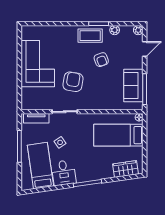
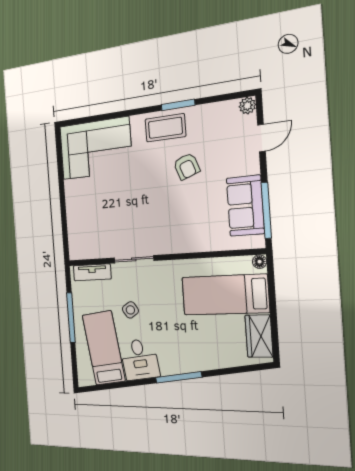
plant: (115, 30) -> (206, 112), removed
corner sofa: (38, 64) -> (96, 148), moved, turned 90
armchair: (73, 82) -> (143, 209), removed
wardrobe: (126, 169) -> (259, 336), moved, turned -82

